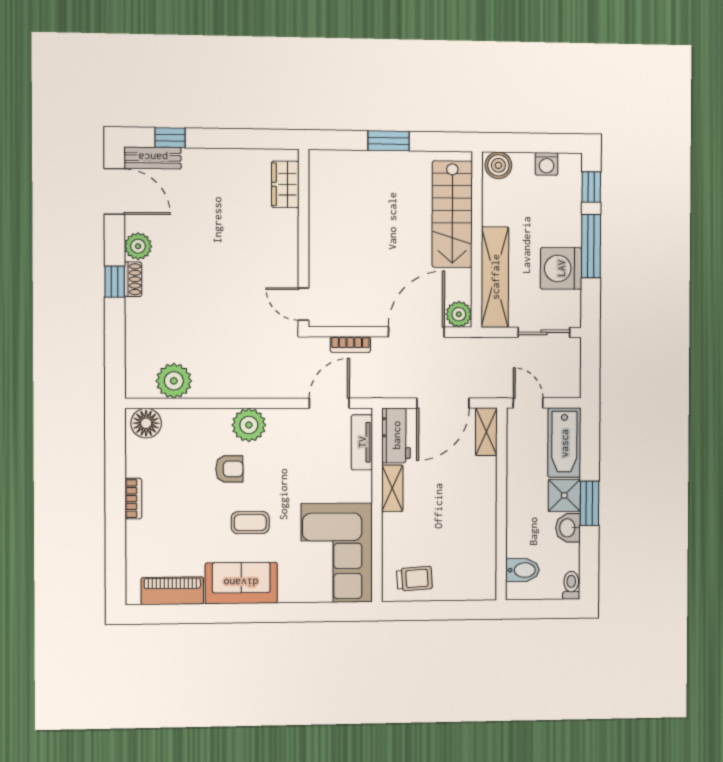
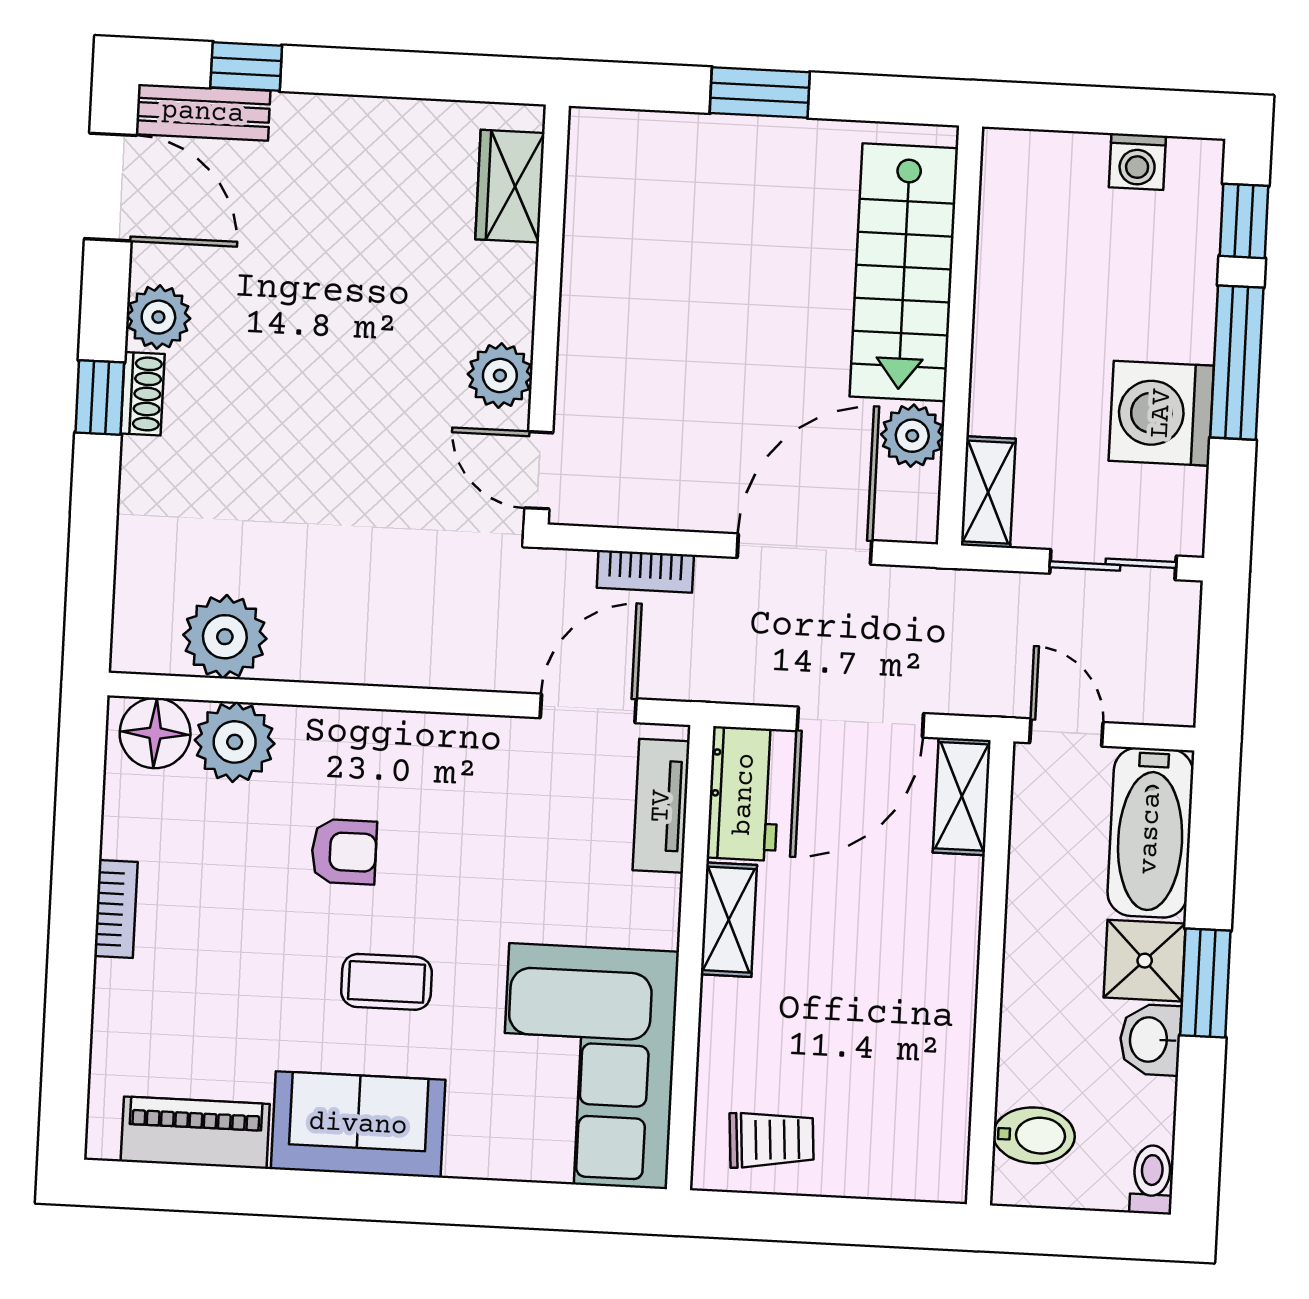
boiler: (498, 165) -> (1021, 161), removed
plant: (285, 265) -> (500, 376), added
shelving: (495, 277) -> (988, 492), width x0.45, depth x0.75
plant: (459, 314) -> (912, 436), moved
plant: (249, 425) -> (235, 742), moved

